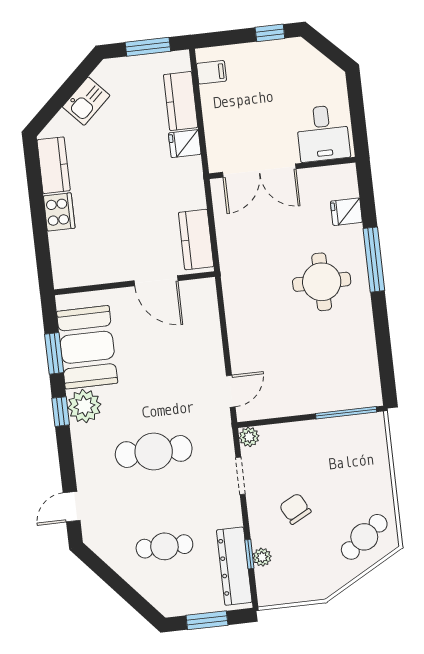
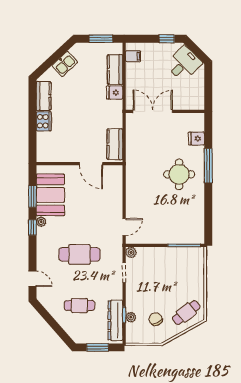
desk: (323, 133) -> (184, 64), moved, turned -135
double door: (259, 171) -> (153, 111), swing flipped
plant: (84, 406) -> (41, 222), width x0.53, depth x0.53
door: (72, 507) -> (32, 279), swing flipped
chair: (295, 509) -> (156, 319), moved

